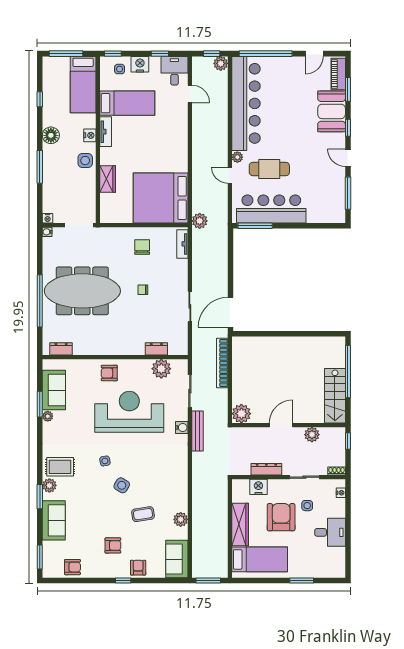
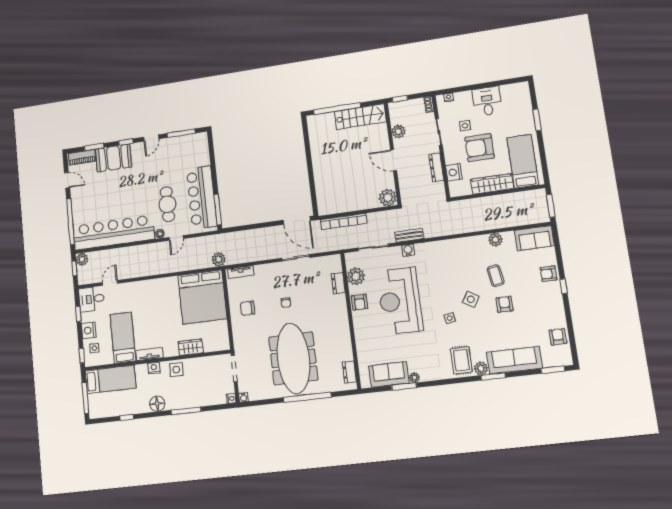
armchair: (109, 373) -> (360, 302), moved
bench: (197, 431) -> (409, 235), width x0.73
sofa: (54, 520) -> (514, 360), width x1.36
armchair: (113, 545) -> (504, 304), moved

